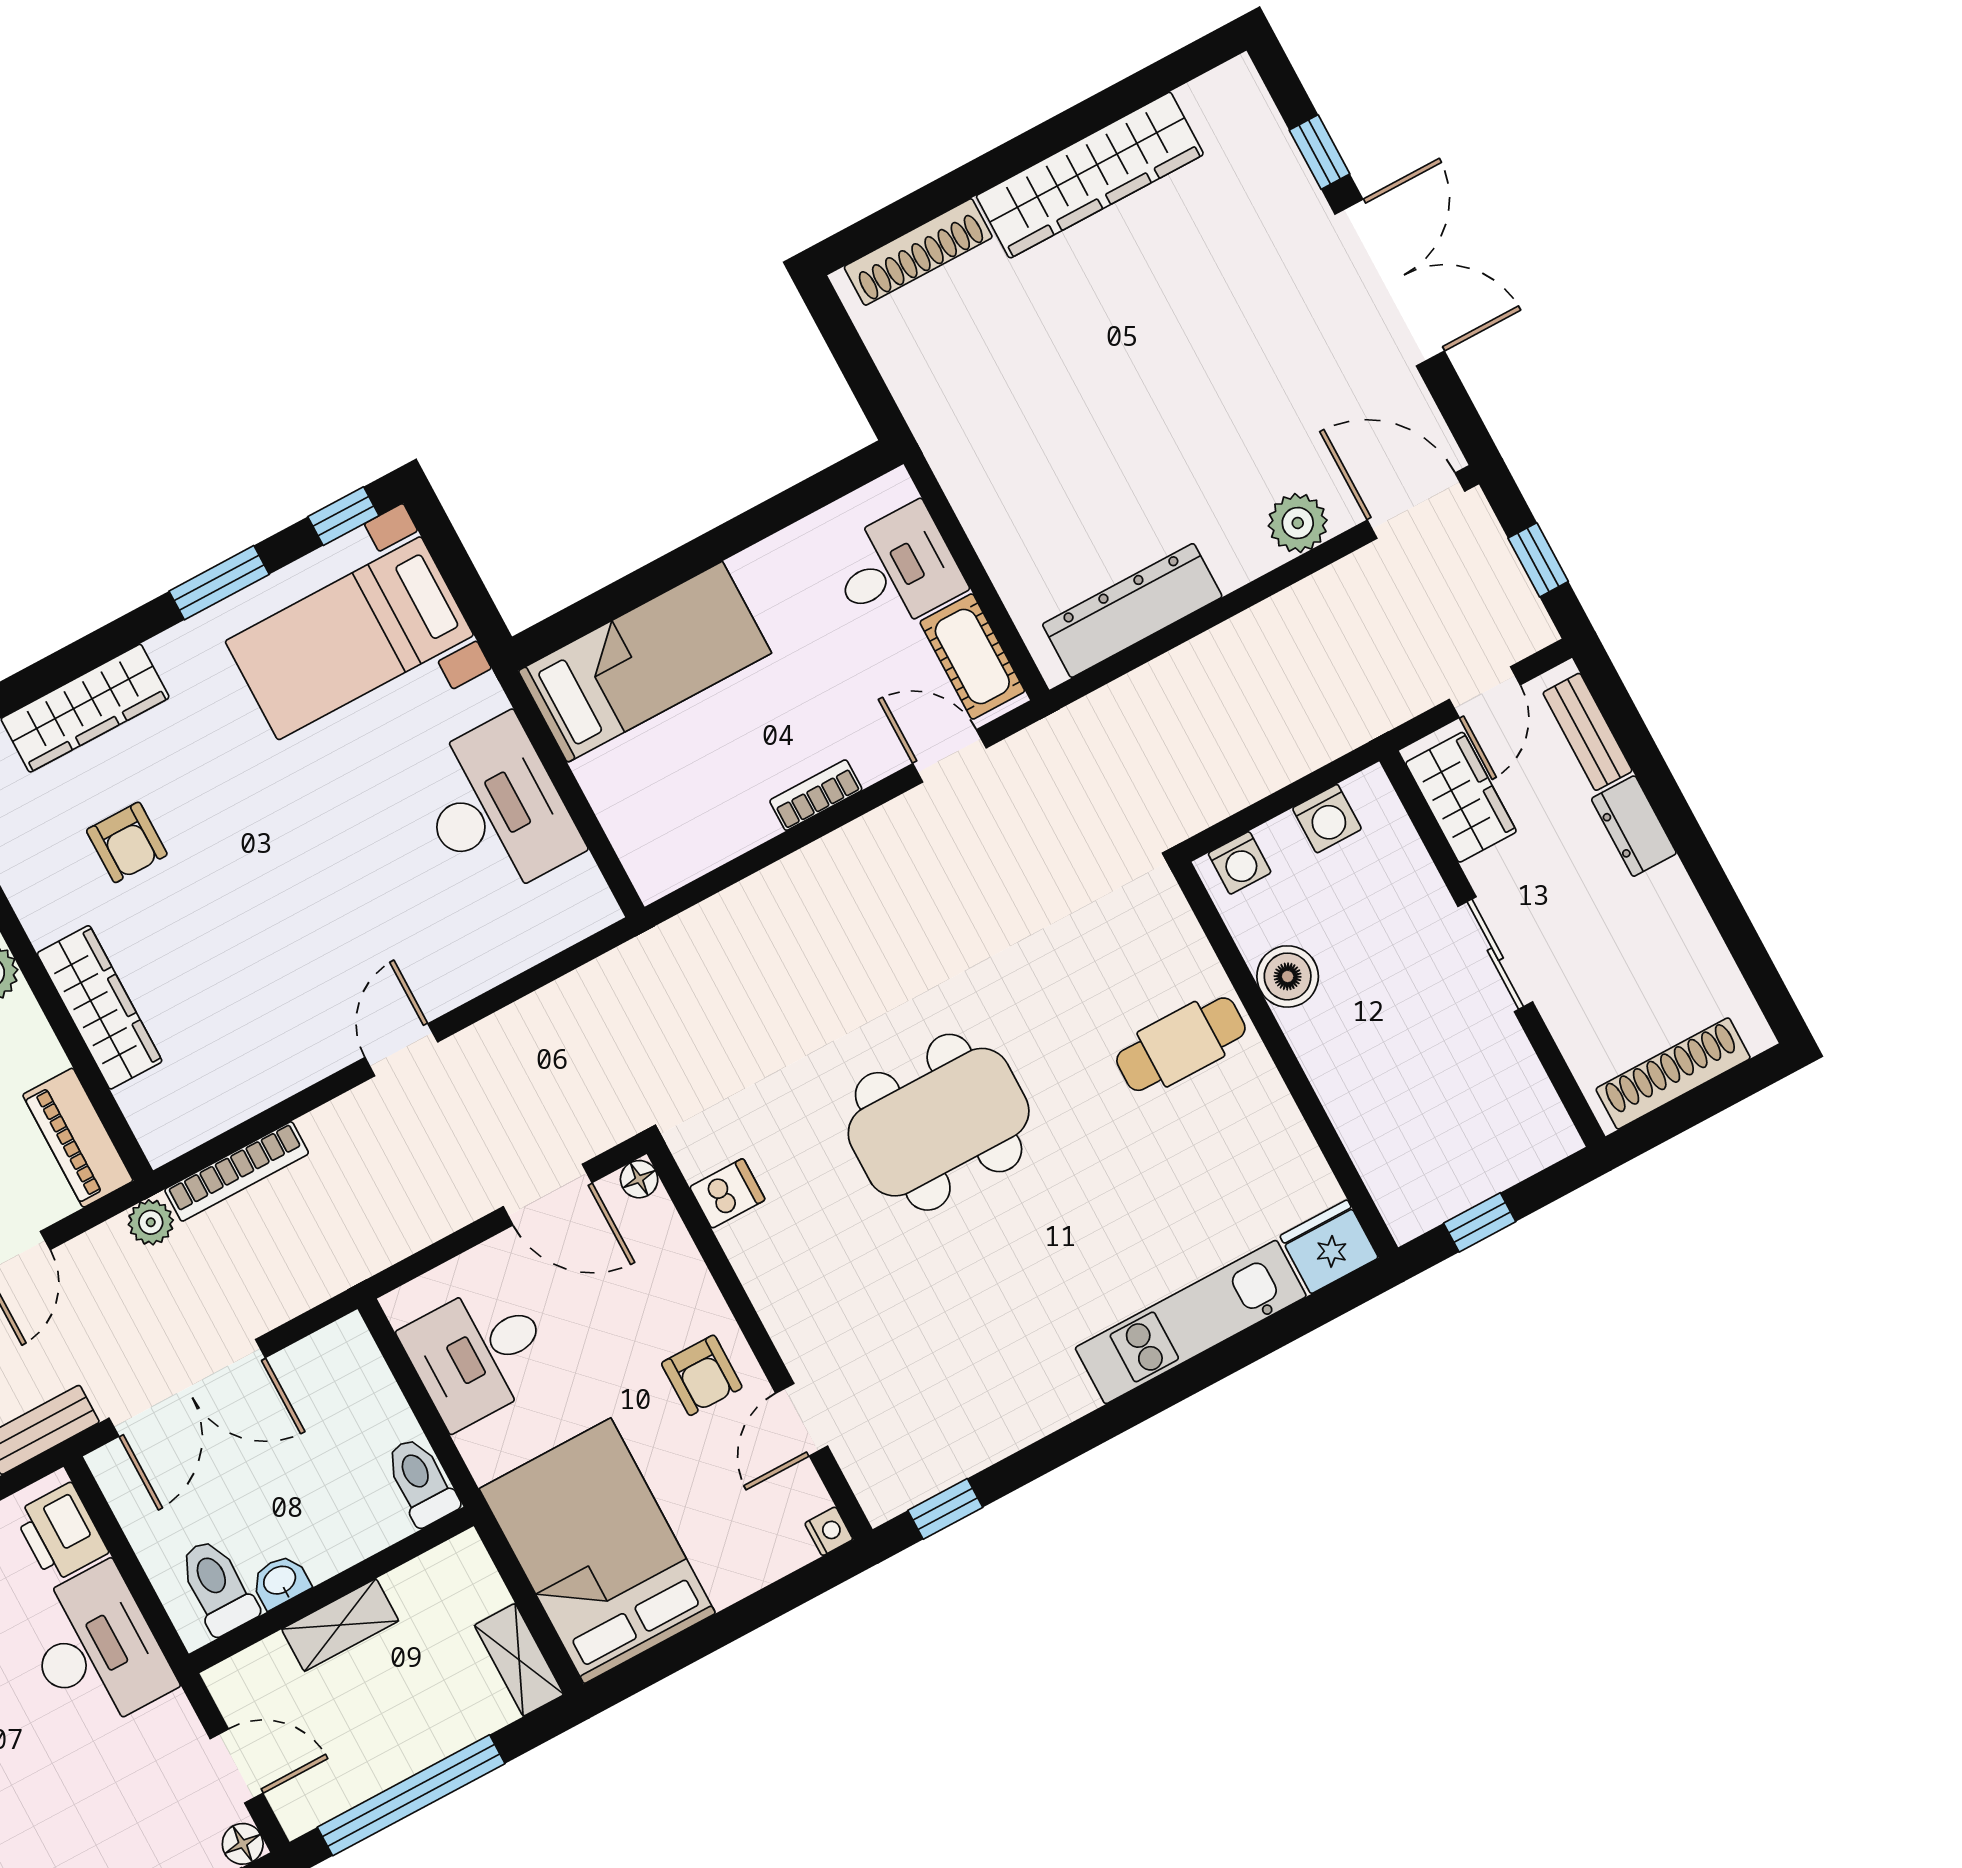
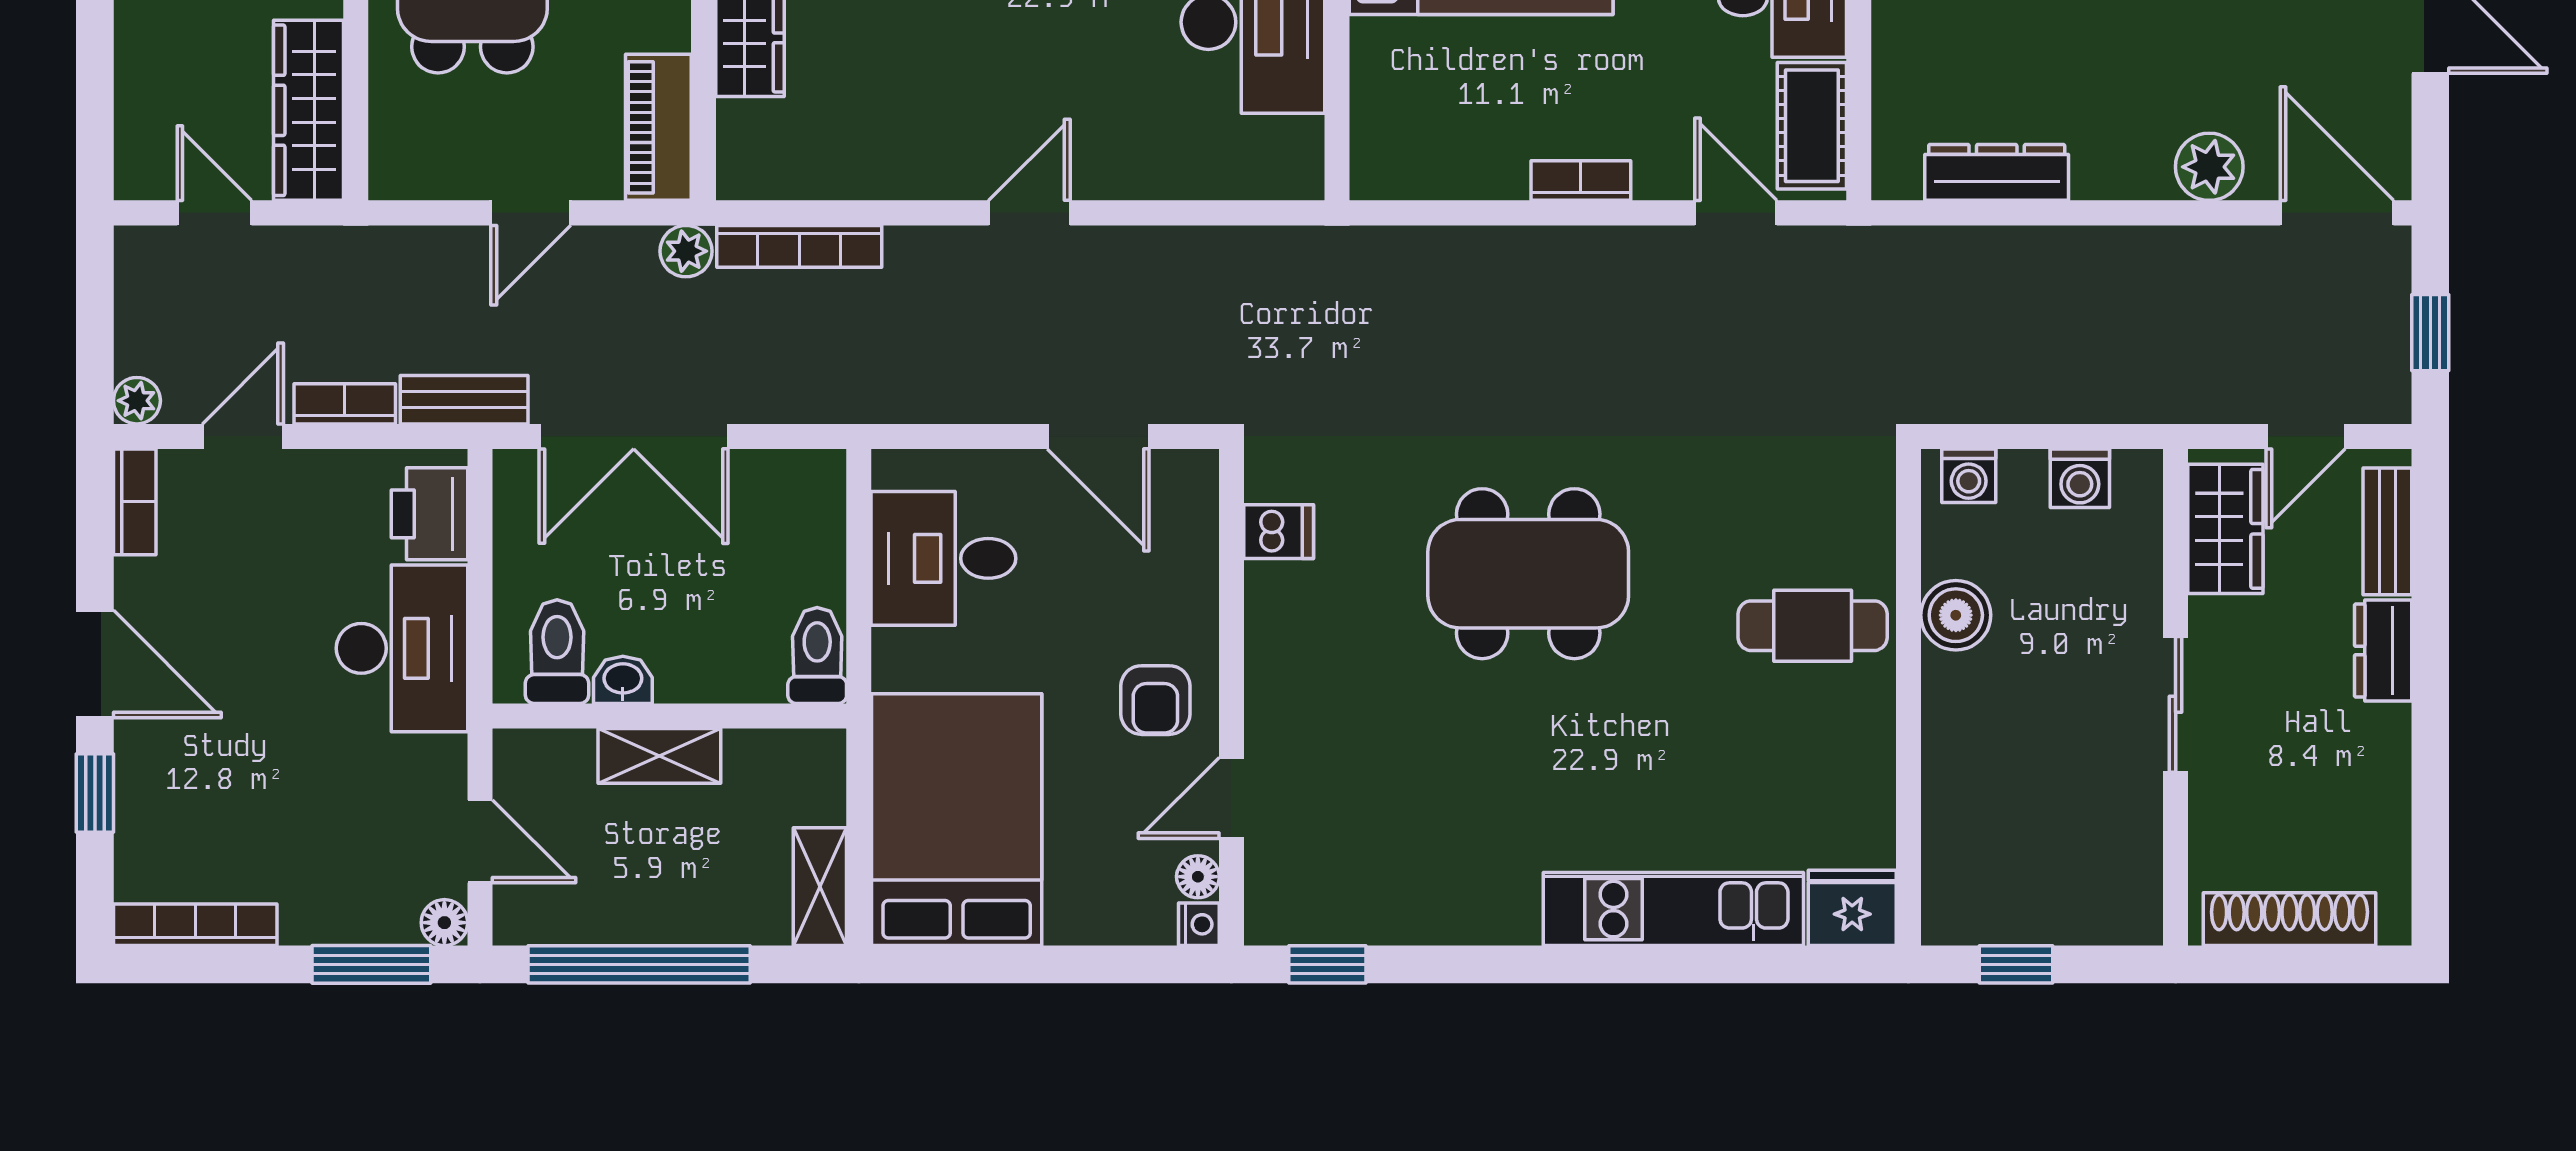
dresser: (1132, 610) -> (1997, 172), width x0.73, depth x0.80
floor lamp: (639, 1179) -> (1198, 877), moved

